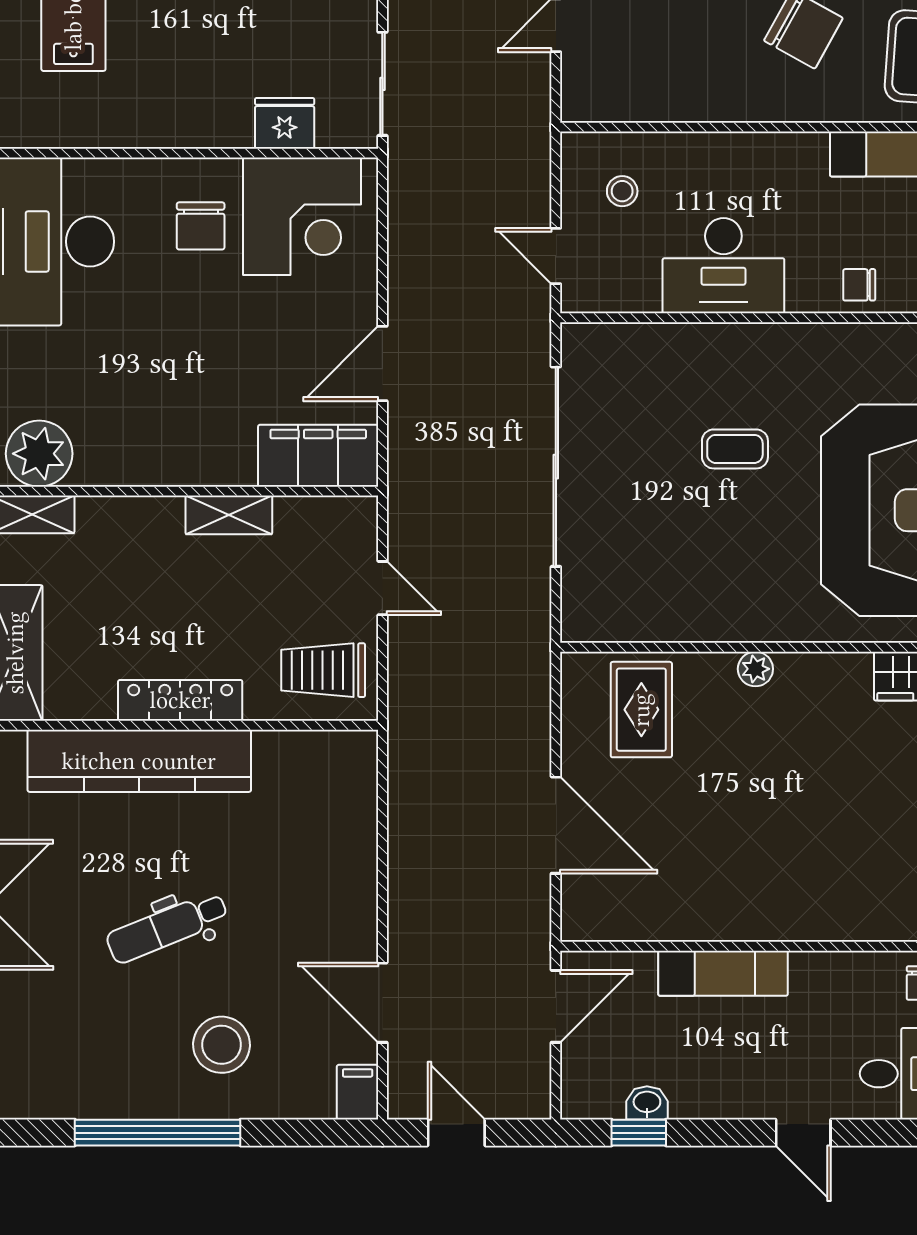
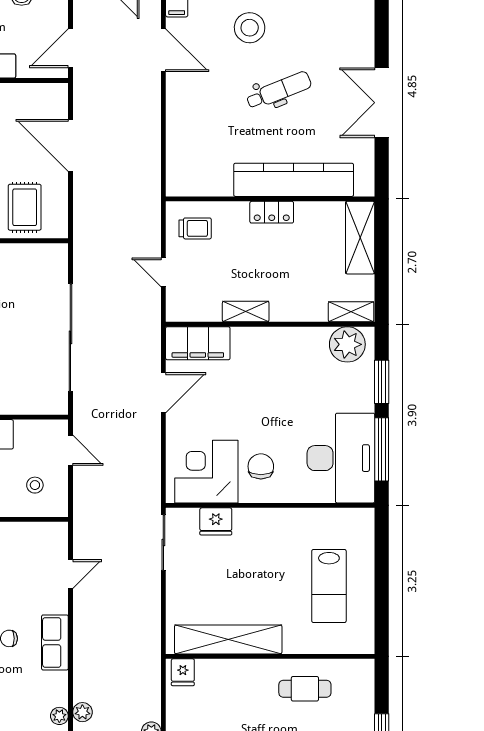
trolley: (323, 670) -> (195, 228), width x0.73, depth x0.72
locker: (180, 700) -> (272, 212), width x0.66

